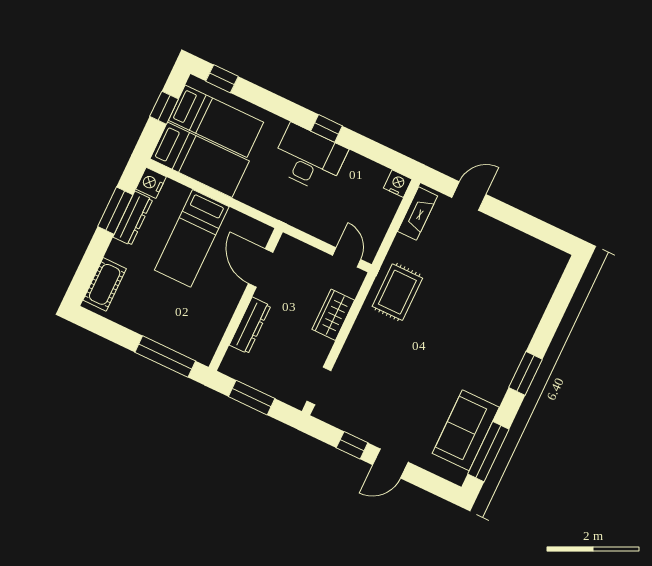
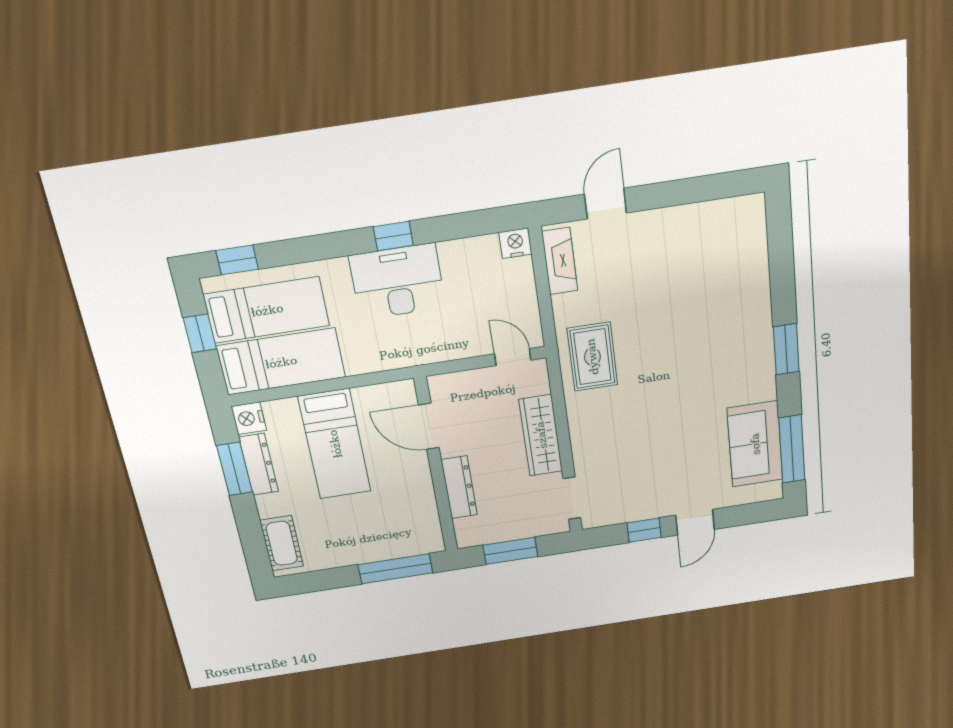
wardrobe: (333, 315) -> (541, 435), width x1.50

